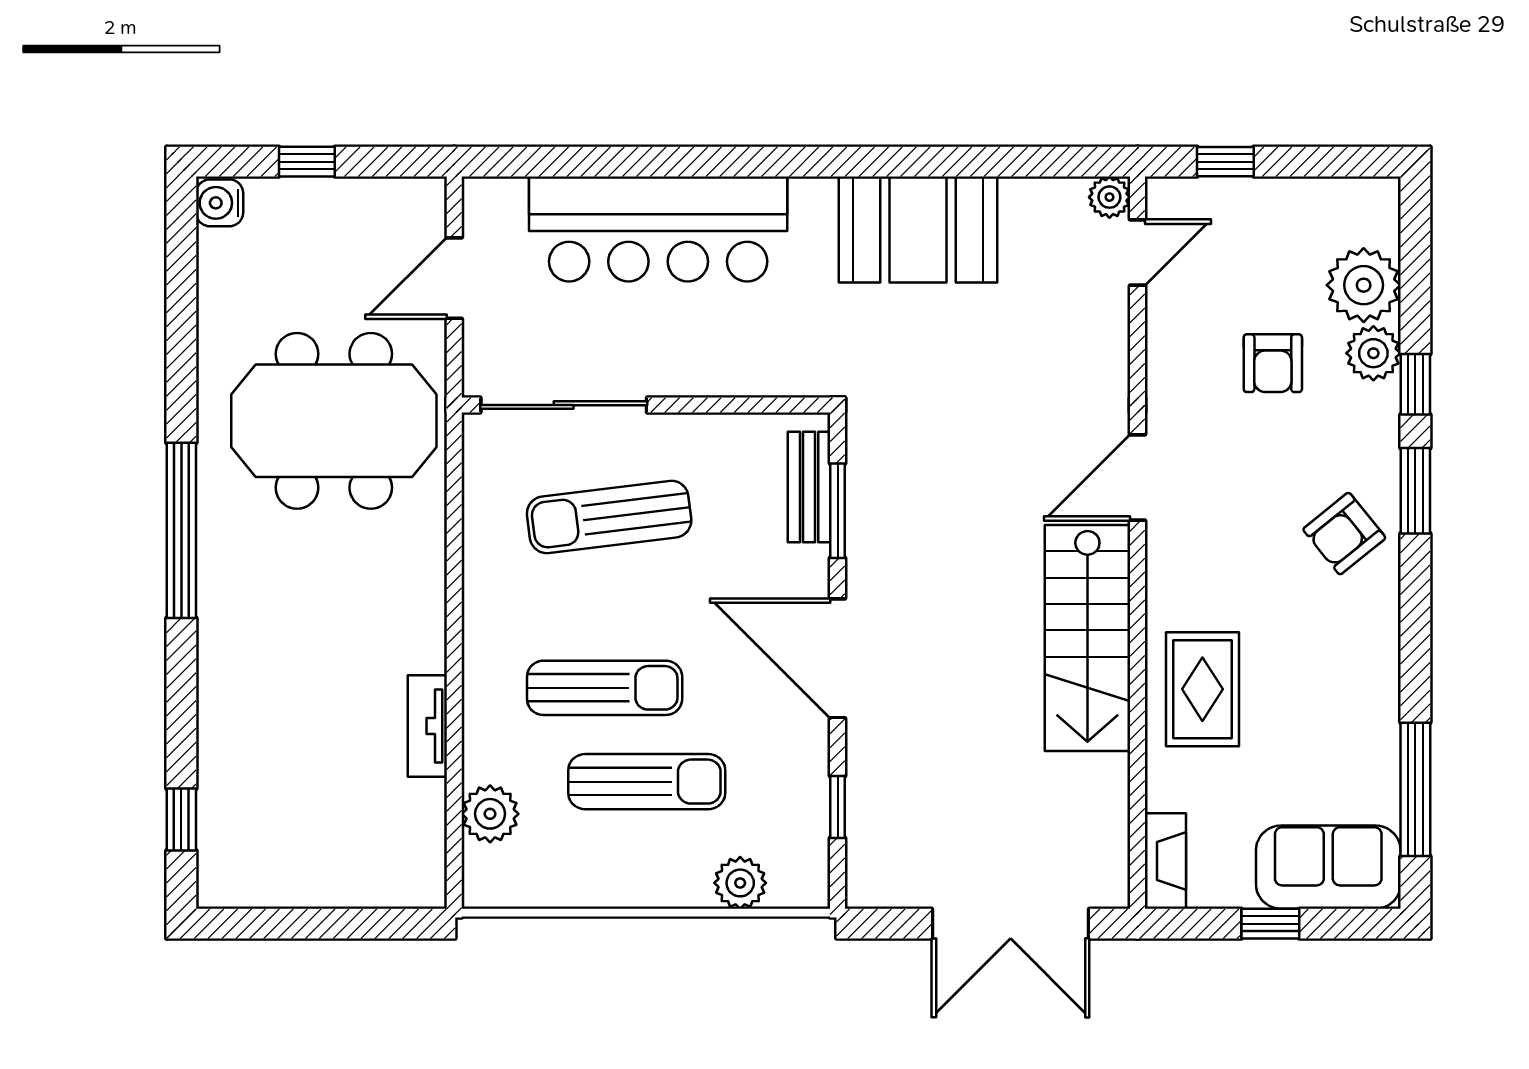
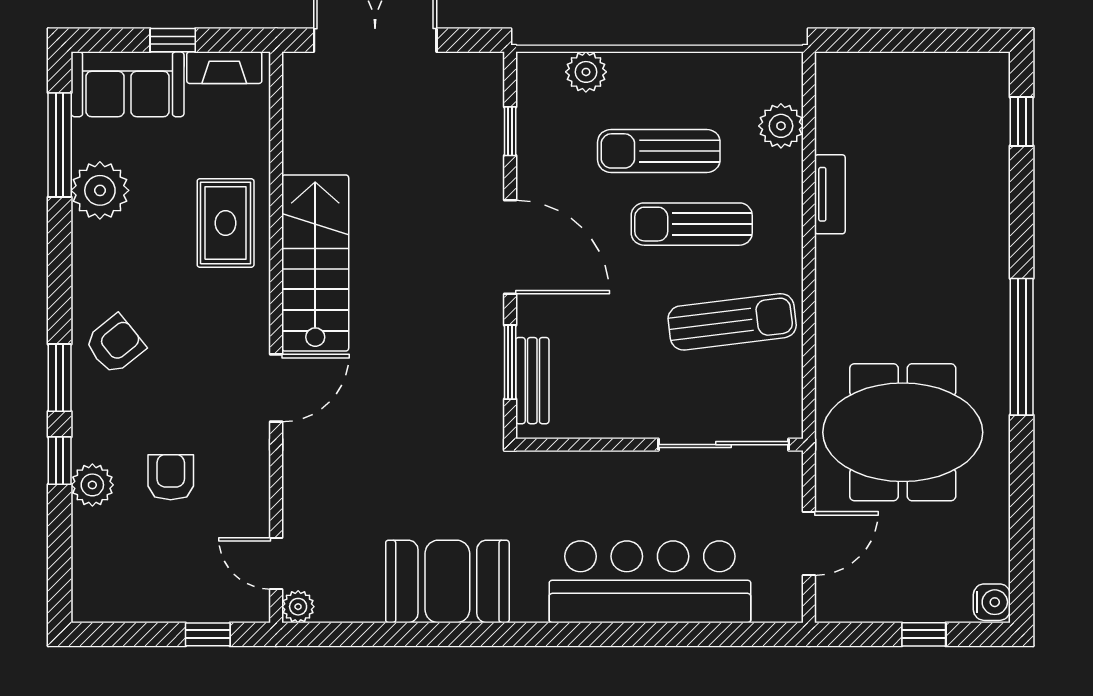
door: (1137, 253) -> (276, 563), hinge flipped
plant: (1364, 285) -> (100, 190), moved
sun lounger: (609, 517) -> (732, 322), moved
fireplace: (1165, 861) -> (224, 68), moved, turned -90

